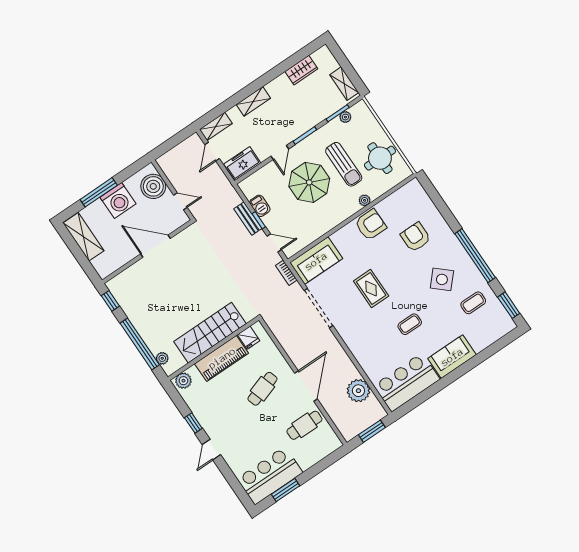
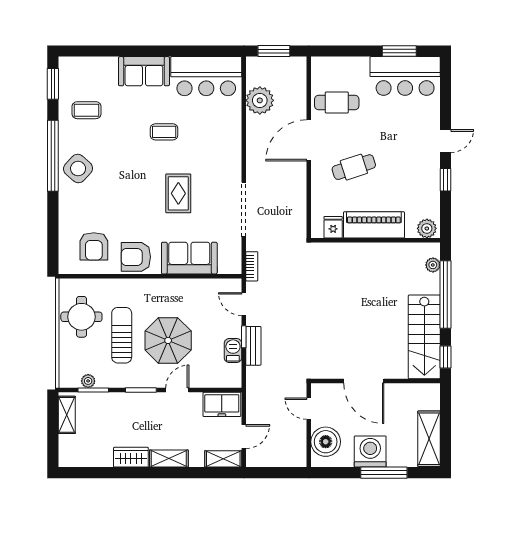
wardrobe: (301, 70) -> (131, 457), moved
plant: (365, 200) -> (125, 285), removed
armchair: (416, 237) -> (94, 246), moved
sofa: (316, 261) -> (189, 258), moved
side table: (442, 279) -> (78, 169), moved
stairs: (210, 333) -> (424, 337), moved, turned 90

